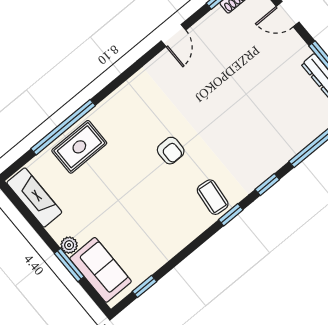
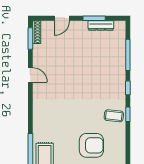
armchair: (171, 151) -> (91, 145), moved, width x1.88, depth x1.88

